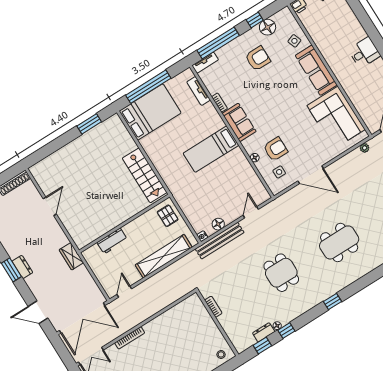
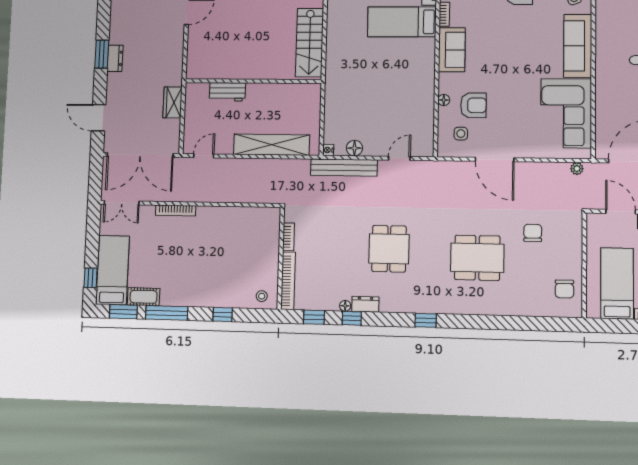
bed: (211, 149) -> (402, 22), moved
chair: (363, 205) -> (533, 233), added
pallet: (168, 216) -> (305, 103), removed
wardrobe: (71, 256) -> (173, 102), moved
dresser: (264, 332) -> (365, 304), moved
bookcase: (231, 334) -> (288, 281), added

